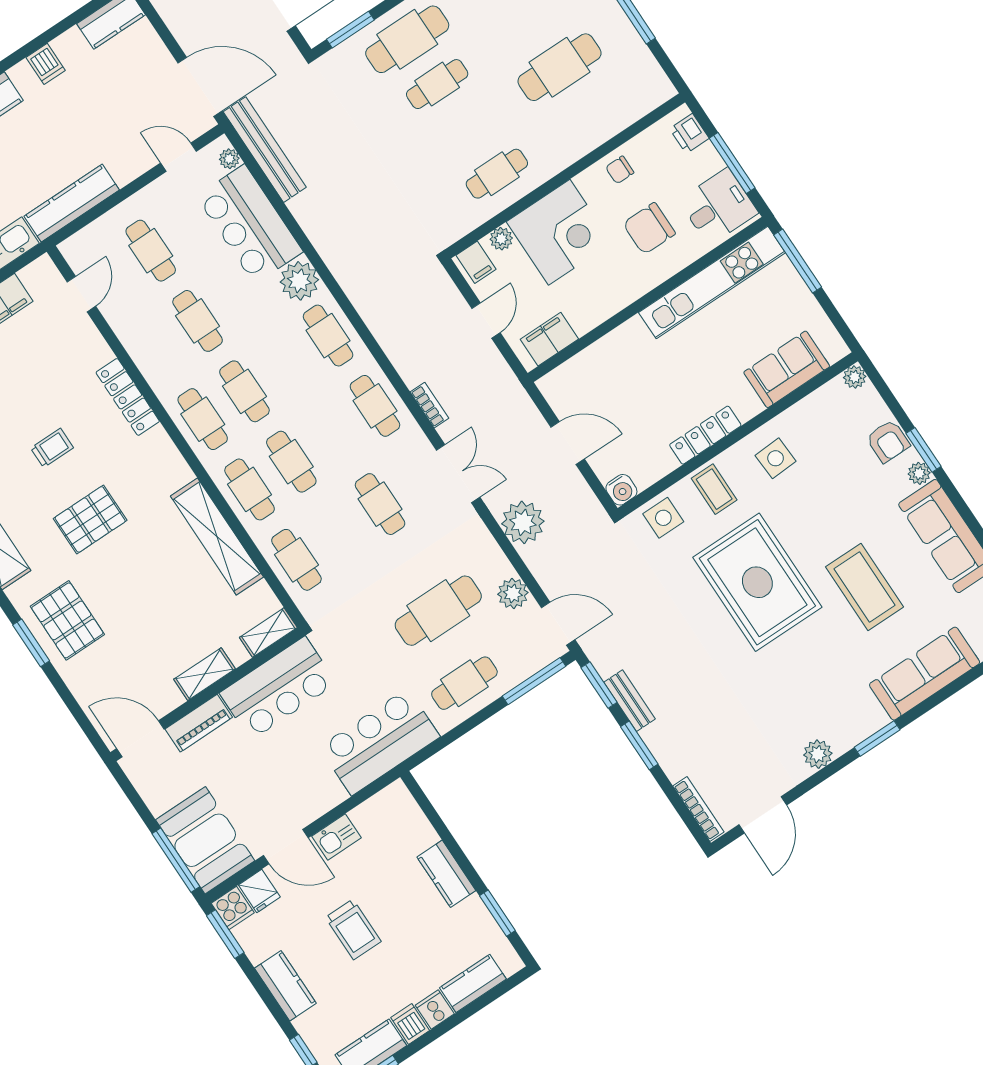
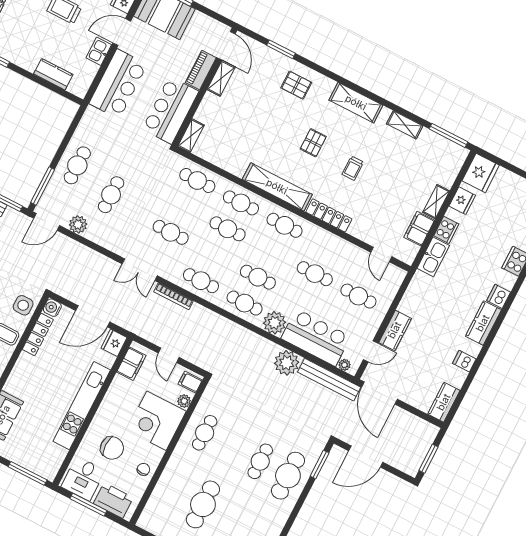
door: (200, 87) -> (380, 393), hinge flipped
printer: (689, 133) -> (113, 501), width x1.87, depth x1.48
kitchen counter: (72, 203) -> (395, 330), moved, width x0.67
chair: (649, 228) -> (112, 448), turned 90
kitchen unit: (712, 283) -> (82, 406), moved
fridge: (558, 385) -> (114, 343), added
cafe table: (244, 391) -> (258, 277), moved
bookcase: (429, 405) -> (174, 296), width x1.56
locker: (705, 435) -> (38, 334), moved
door: (568, 443) -> (93, 316), width x1.36
pallet: (90, 519) -> (313, 143), width x0.67, depth x0.71
plant: (523, 522) -> (287, 363), moved
shelving: (217, 536) -> (277, 187), moved
cafe table: (438, 611) -> (111, 195), width x0.73, depth x0.74
pallet: (67, 620) -> (296, 85), width x0.67, depth x0.71
window: (31, 643) -> (281, 49), moved
shelving: (204, 674) -> (221, 78), moved
door: (140, 739) -> (226, 46), hinge flipped
bar counter: (380, 742) -> (118, 84), moved
kitchen counter: (446, 874) -> (53, 74), moved

